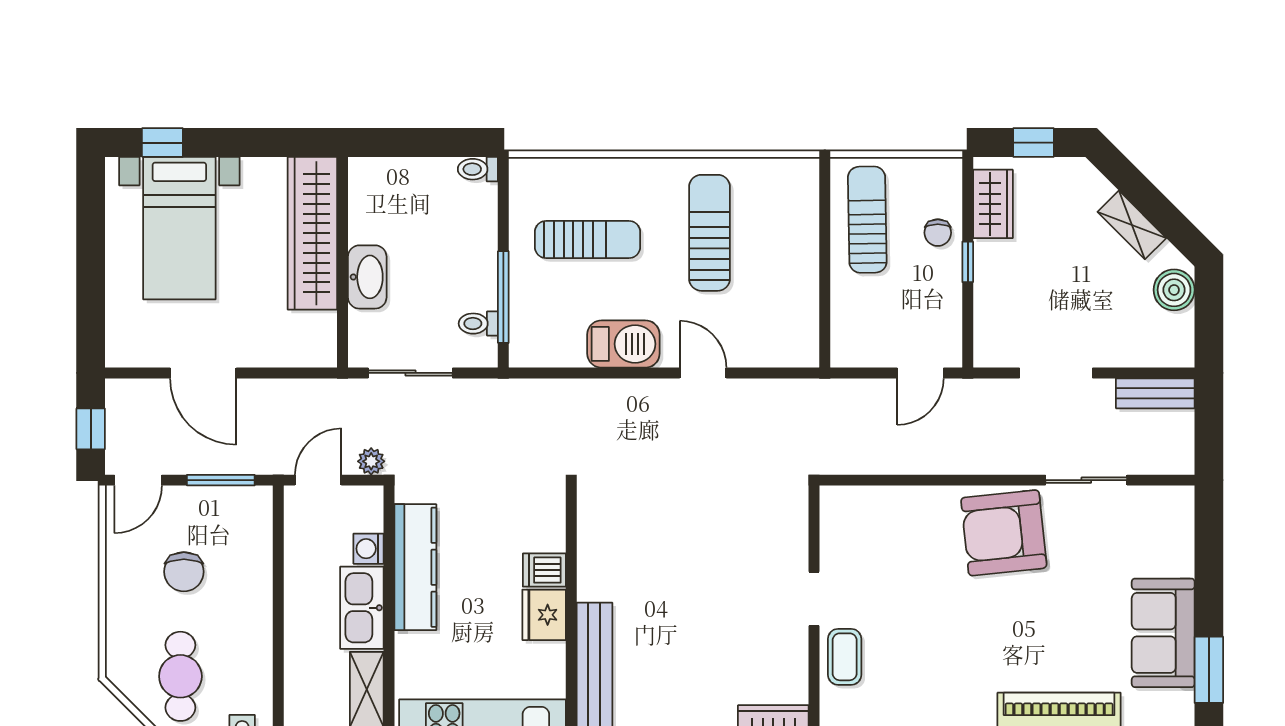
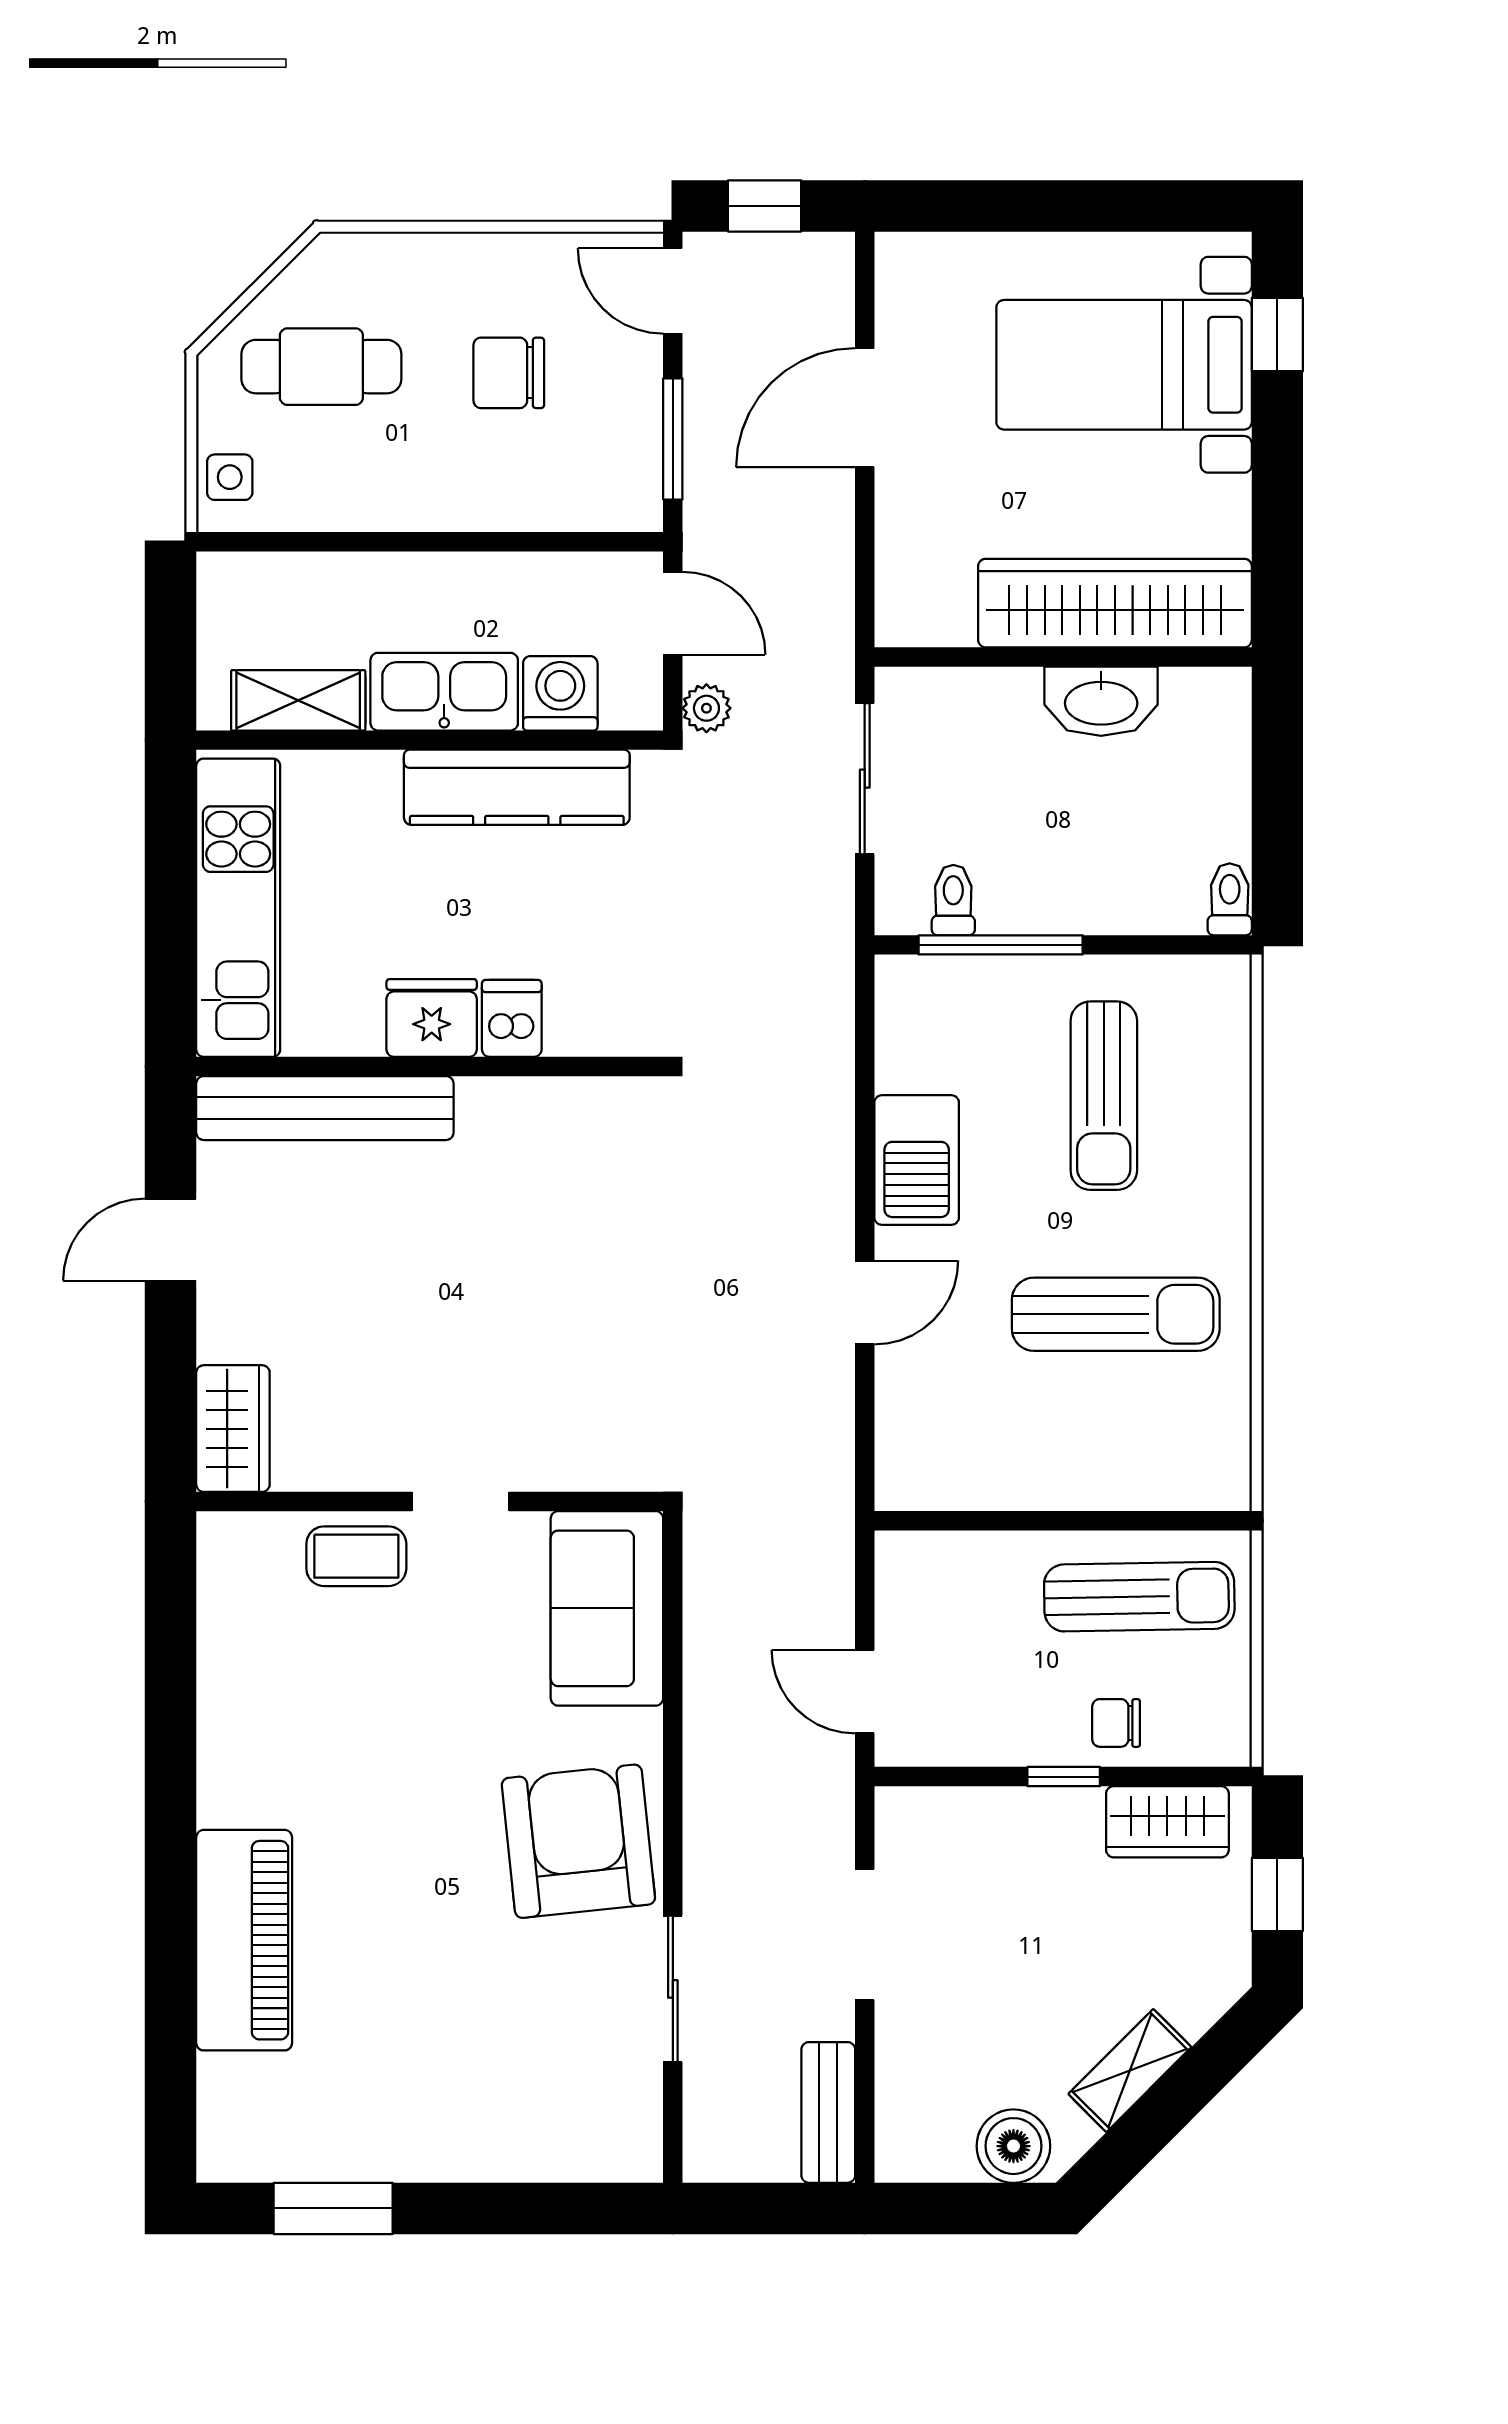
washbasin: (367, 277) -> (1101, 701), moved
washing machine: (369, 549) -> (560, 693), width x1.38, depth x1.38
sofa: (1163, 633) -> (607, 1608), moved, turned -90

